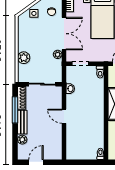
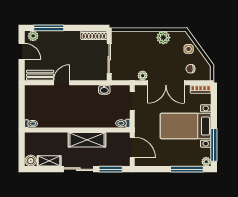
plant: (24, 58) -> (163, 38), moved
window: (15, 110) -> (49, 28), moved
door: (64, 116) -> (62, 83), moved
bench: (22, 122) -> (40, 75), moved
plant: (22, 140) -> (33, 36), moved

